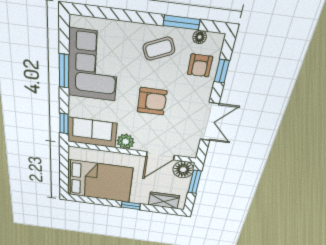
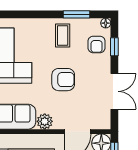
floor lamp: (200, 37) -> (106, 23), moved
coffee table: (159, 49) -> (63, 36), turned -67

